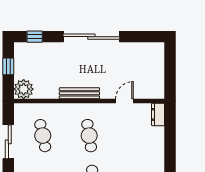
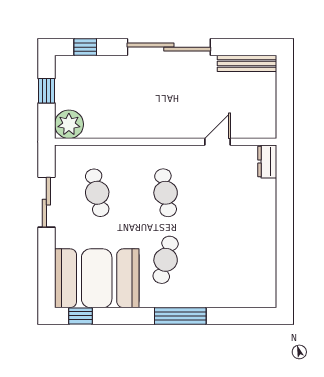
bench: (79, 93) -> (247, 63), moved

